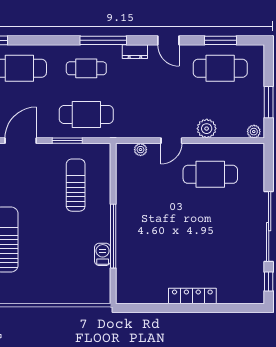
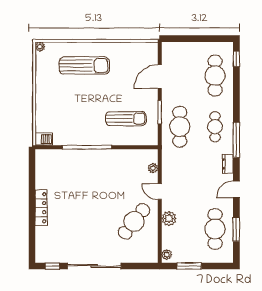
door: (21, 141) -> (160, 77), swing flipped
cafe table: (210, 174) -> (134, 221), turned 38
barbecue: (103, 254) -> (44, 139), moved

